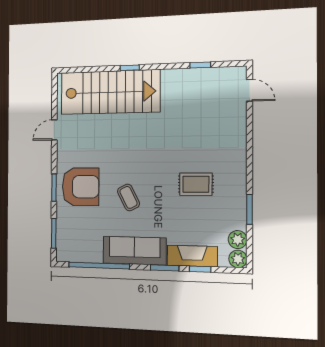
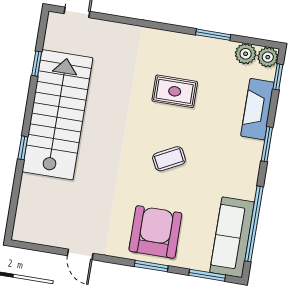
stairs: (110, 92) -> (57, 115), moved
rug: (196, 184) -> (175, 91), turned 90
coffee table: (129, 197) -> (169, 159), moved
sofa: (134, 251) -> (232, 237), moved
window: (200, 269) -> (278, 77), moved

